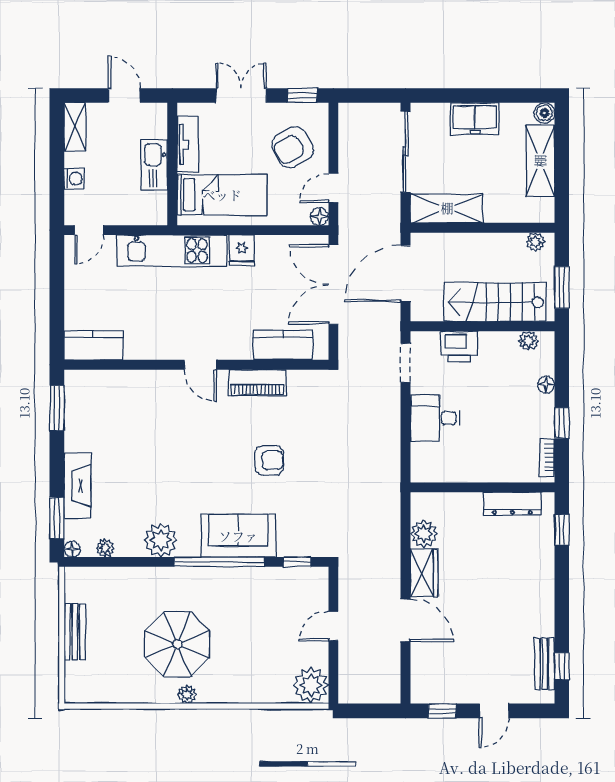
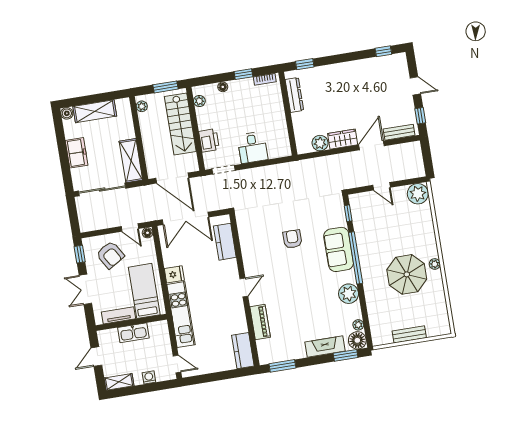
piano: (257, 383) -> (260, 322), moved
floor lamp: (72, 549) -> (357, 340), width x1.89, depth x1.89
bench: (545, 664) -> (399, 132), moved

